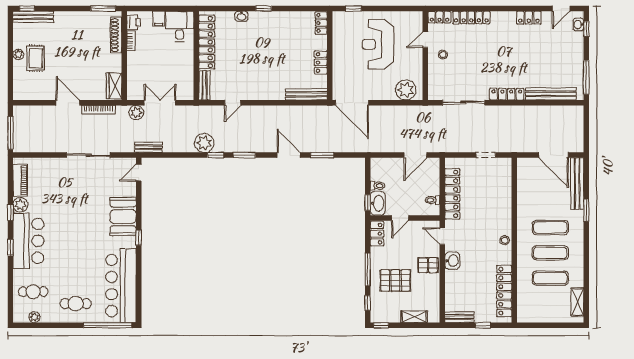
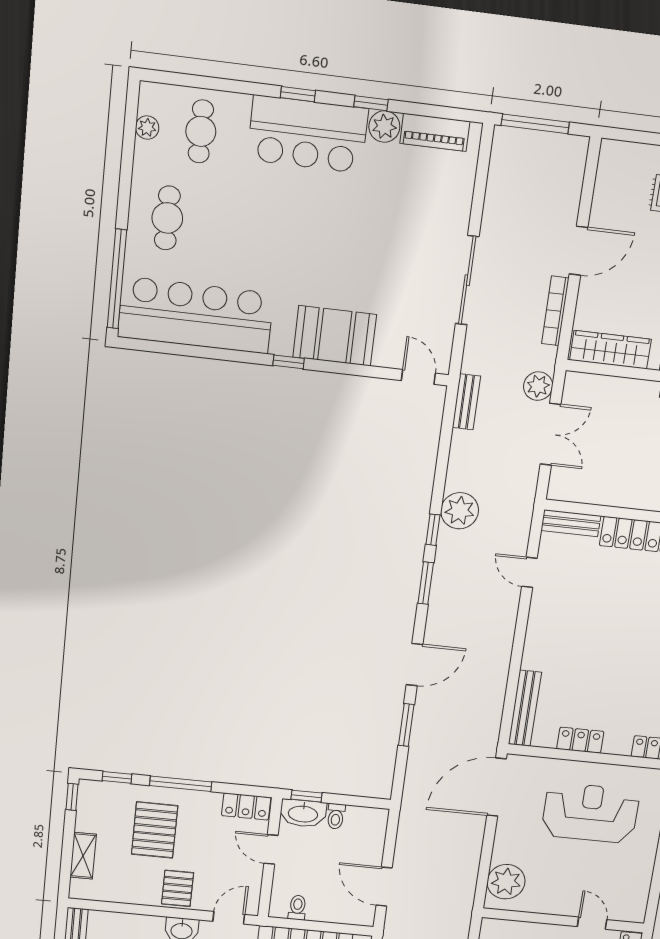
reception desk: (378, 44) -> (590, 813), moved
wardrobe: (114, 86) -> (610, 350), width x1.50

